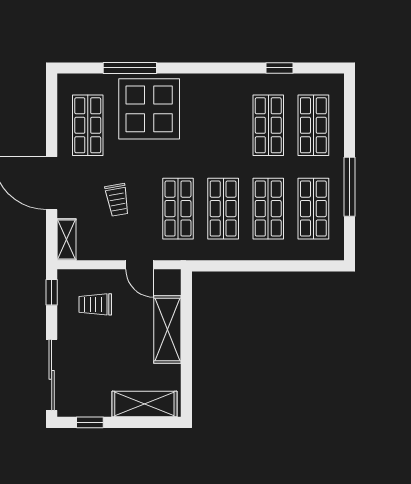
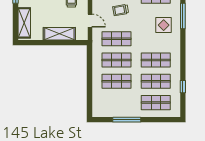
display table: (149, 109) -> (164, 25), width x0.54, depth x0.54
shop shelf: (313, 209) -> (156, 60), moved
door: (140, 265) -> (90, 21), swing flipped

